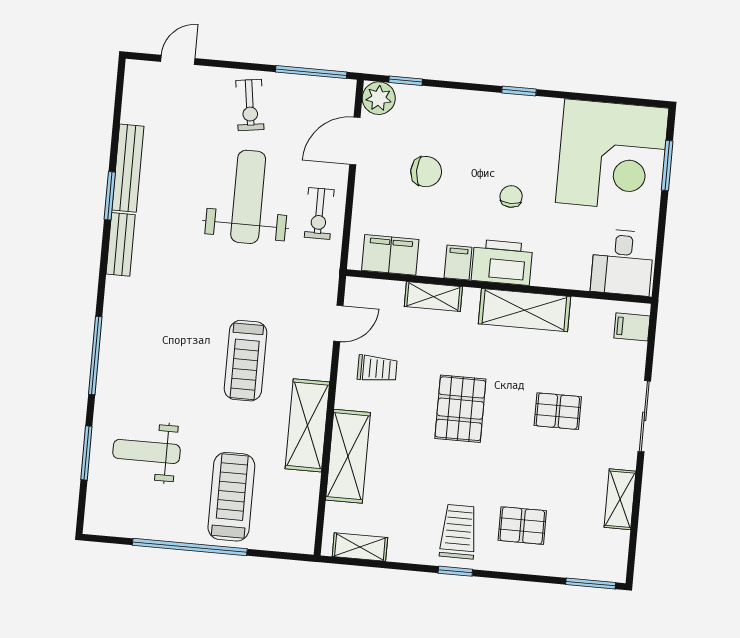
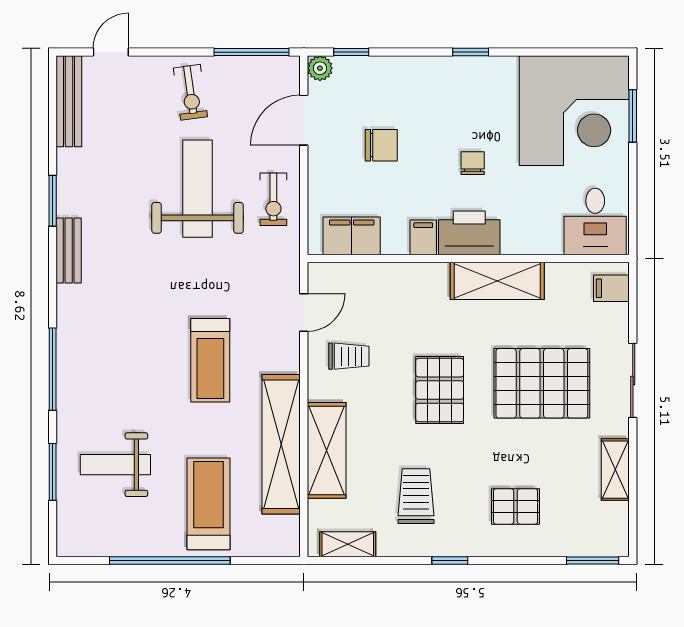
plant: (379, 98) -> (320, 68), width x0.73, depth x0.73
bench: (128, 168) -> (69, 101), moved
shelving: (433, 297) -> (401, 275), removed
pallet: (558, 411) -> (542, 383), width x2.05, depth x2.00
shelving: (307, 425) -> (281, 444), width x1.47
trolley: (458, 532) -> (416, 496), moved

